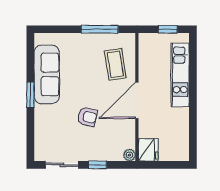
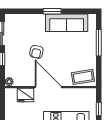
window: (100, 29) -> (99, 43), moved
coffee table: (115, 64) -> (83, 77), moved
fridge: (148, 150) -> (25, 95), moved

